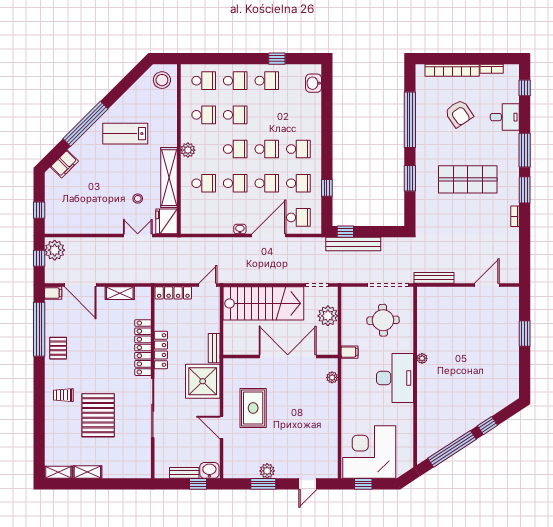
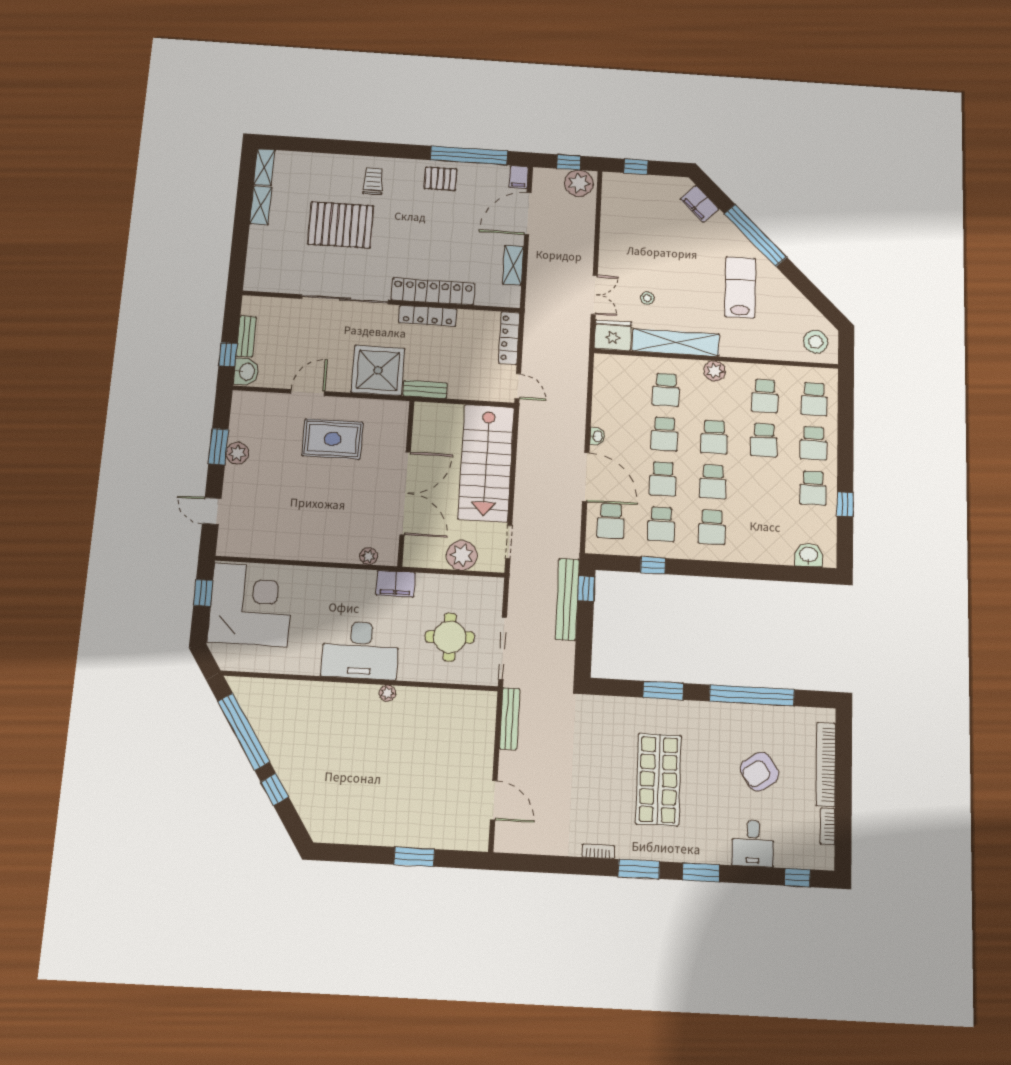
window: (525, 150) -> (701, 872), width x0.69
filing cabinet: (350, 352) -> (396, 584), width x2.00

